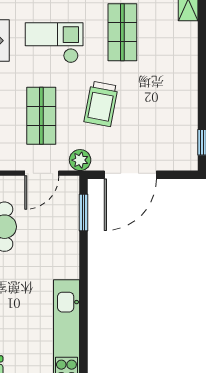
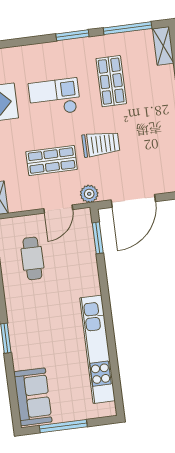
trolley: (101, 104) -> (101, 144), turned -101
shop shelf: (41, 116) -> (52, 161), turned 90

